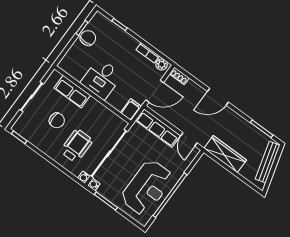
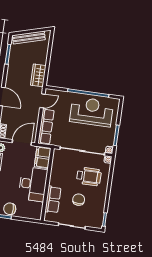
desk: (102, 79) -> (33, 184), width x1.37
door: (155, 91) -> (22, 142), hinge flipped
filing cabinet: (131, 110) -> (43, 157), width x2.00
wheelchair: (77, 146) -> (89, 176), turned 180
wardrobe: (225, 154) -> (38, 75), width x0.67

